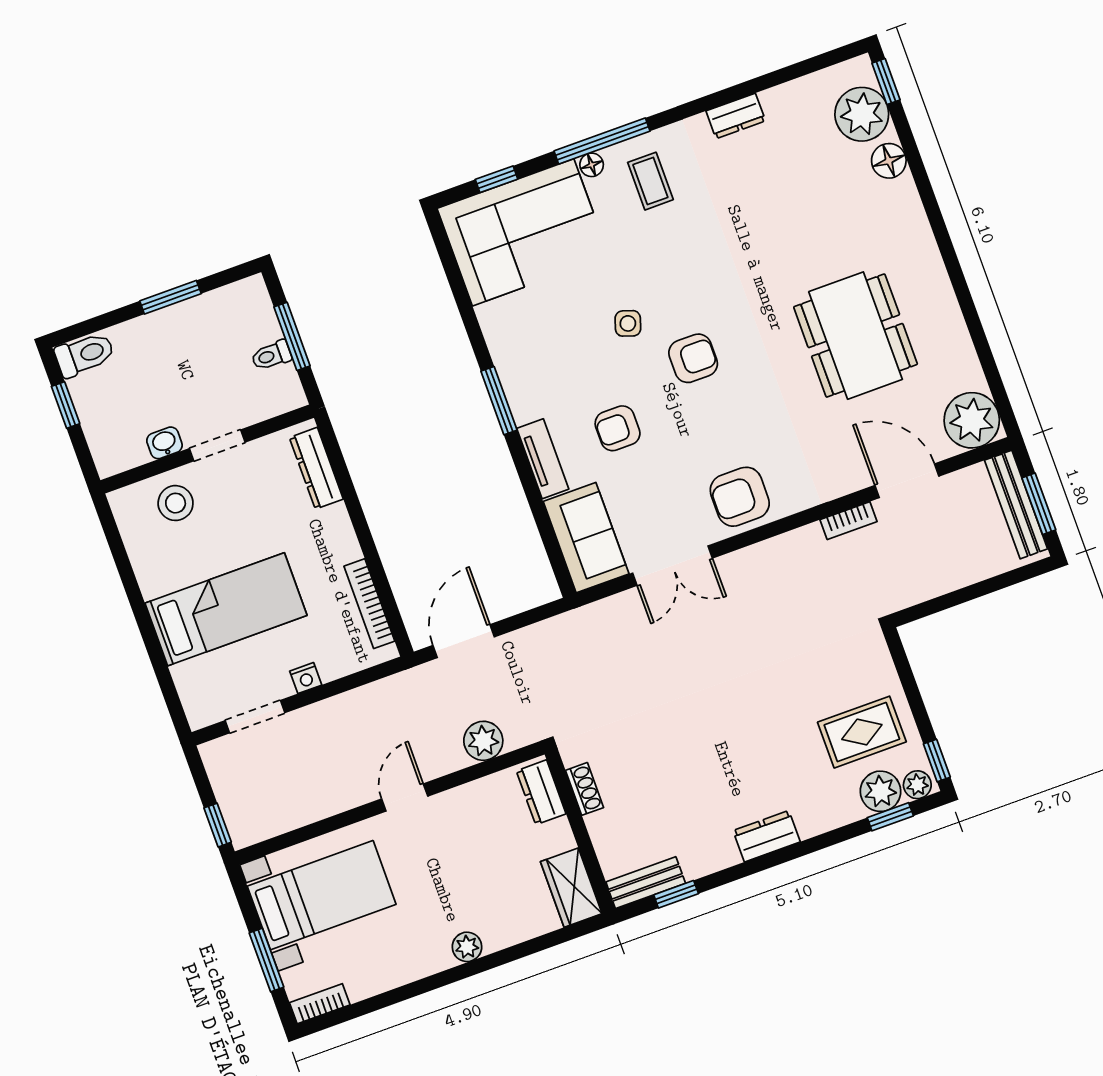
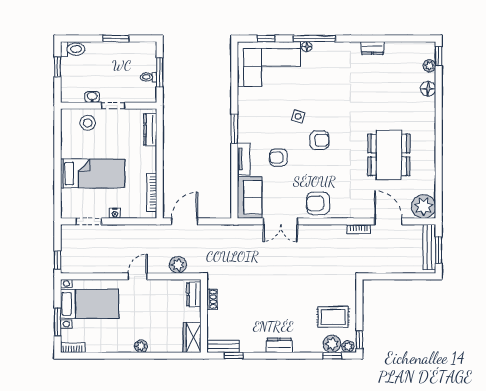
plant: (862, 114) -> (429, 66), width x0.53, depth x0.53
coffee table: (650, 181) -> (328, 62), removed

